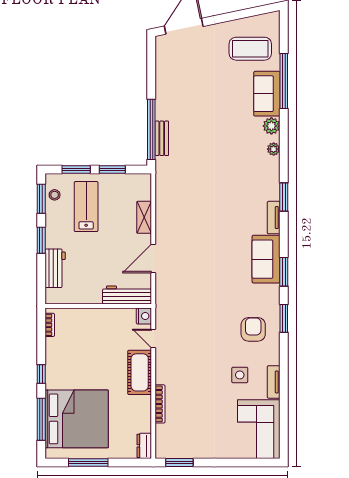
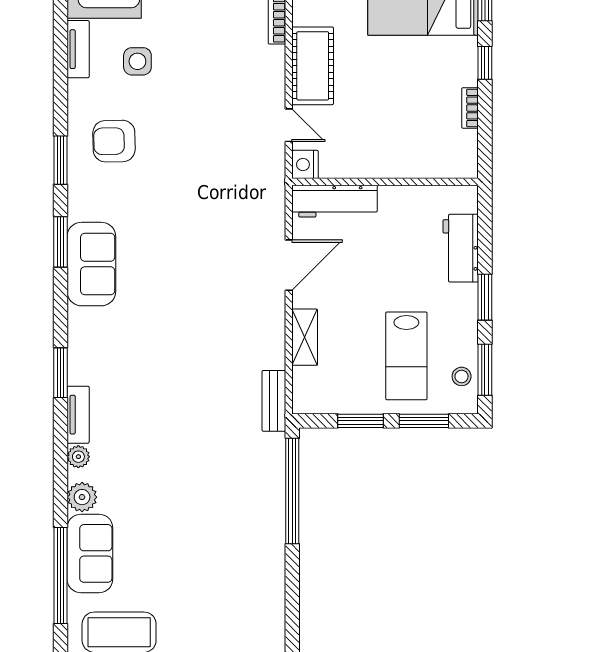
bench: (162, 138) -> (274, 401), moved
tv unit: (274, 218) -> (78, 415), moved
bookcase: (50, 325) -> (470, 108), moved
armchair: (253, 329) -> (114, 141), turned 89

